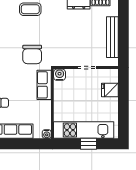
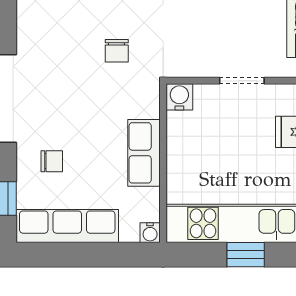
chair: (32, 54) -> (117, 51), width x0.54, depth x0.54
row of seats: (44, 85) -> (144, 153), moved

